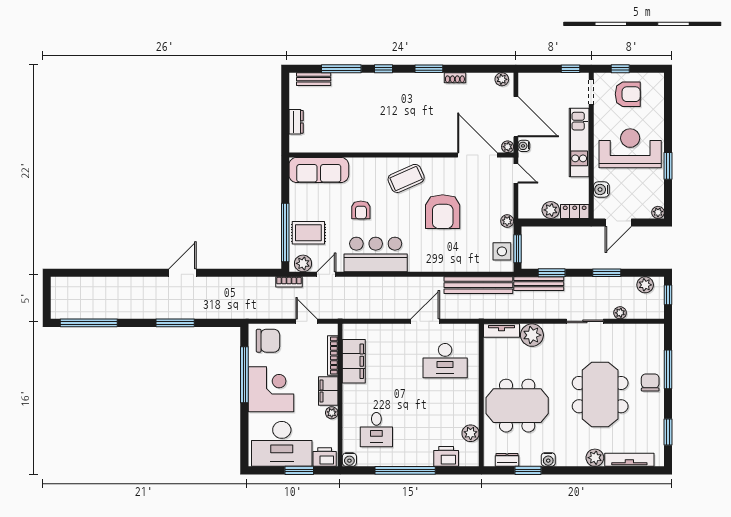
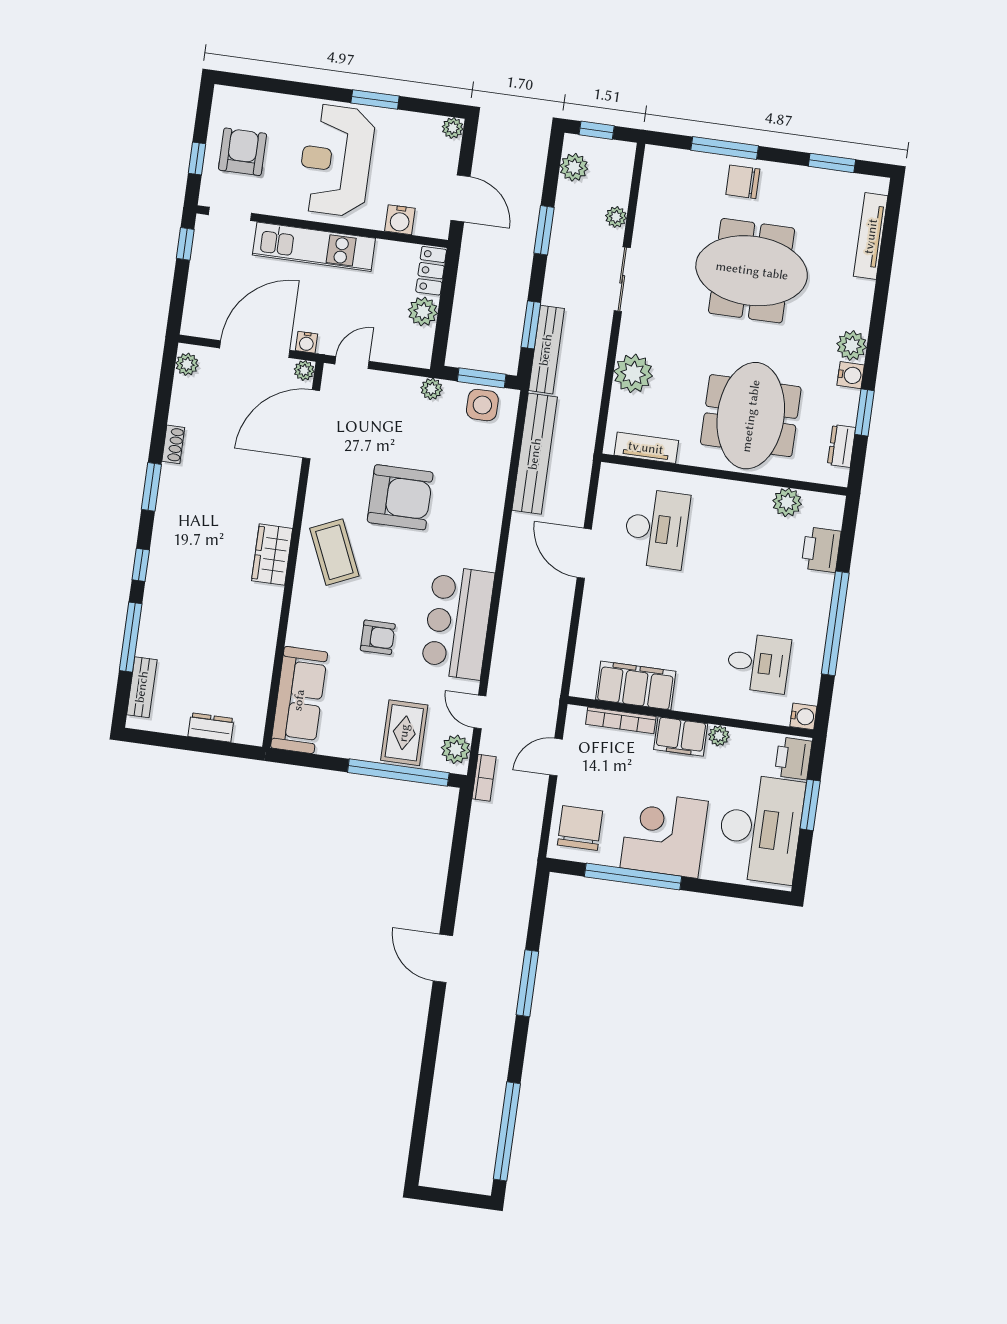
wardrobe: (400, 143) -> (272, 555), added
tv unit: (502, 330) -> (646, 448), moved, turned -90
plant: (595, 458) -> (852, 345), moved

